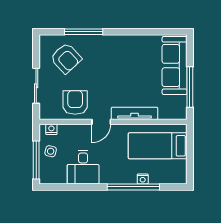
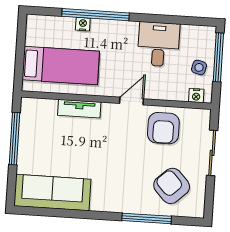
sofa: (175, 66) -> (52, 193), moved, turned -90
tv unit: (134, 113) -> (79, 109), width x0.71

